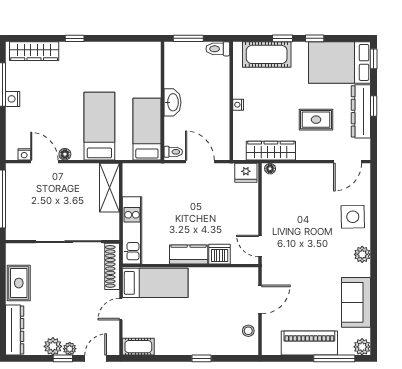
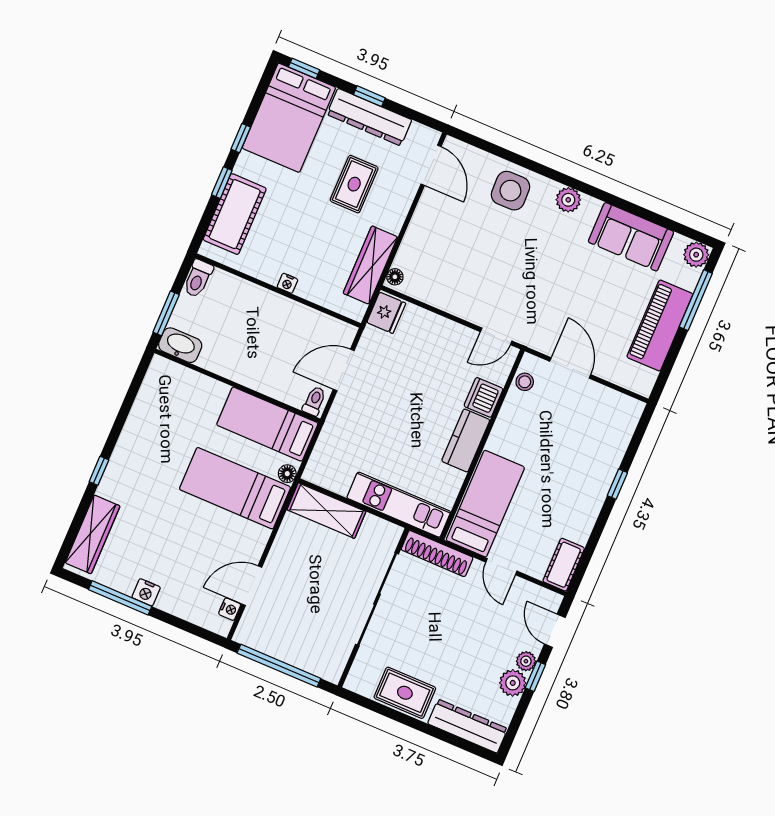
washbasin: (172, 102) -> (180, 345), moved
floor lamp: (65, 154) -> (287, 474), moved
stool: (248, 331) -> (525, 382), moved

